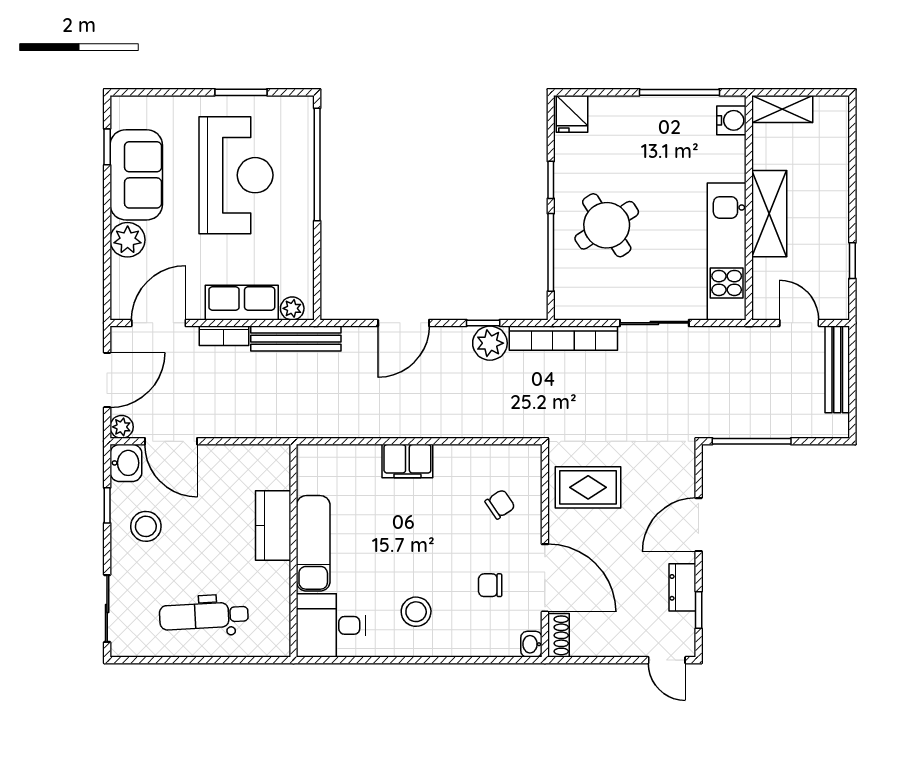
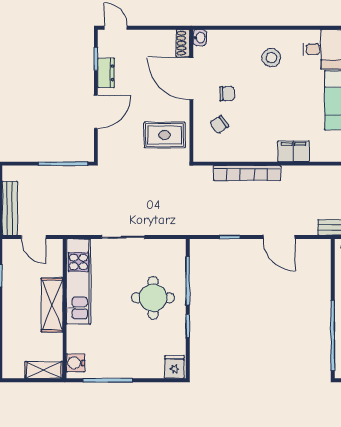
round table: (607, 225) -> (153, 298), turned 33
door: (404, 323) -> (279, 237), swing flipped
bookcase: (563, 338) -> (247, 173), moved, turned 180
plant: (490, 343) -> (225, 225), removed
filing cabinet: (407, 461) -> (293, 151), moved
chair: (490, 585) -> (227, 94), moved

